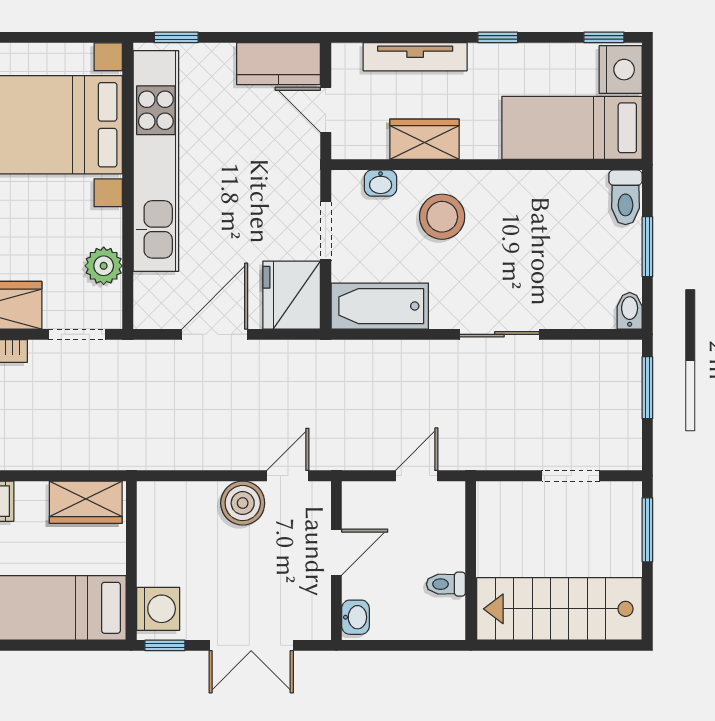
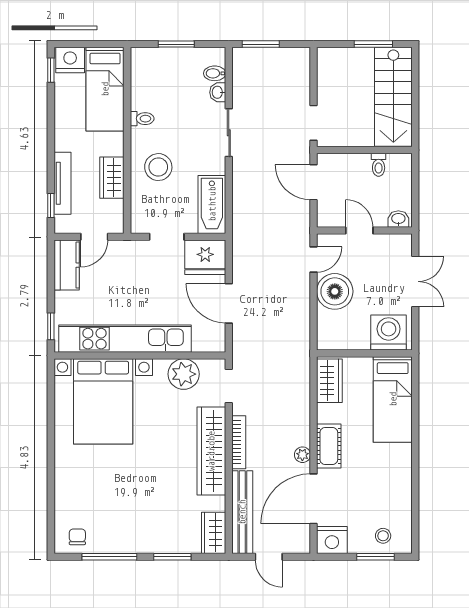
window: (498, 37) -> (51, 205), moved
washbasin: (381, 183) -> (218, 92), moved, turned 180
toilet: (625, 197) -> (142, 119), moved, width x0.73, depth x0.72
plant: (104, 266) -> (184, 374), width x1.36, depth x1.36
bidet: (630, 311) -> (215, 73), moved
door: (288, 476) -> (314, 259), swing flipped
door: (417, 476) -> (314, 182), width x1.38
doorway: (571, 476) -> (314, 123), moved
boiler: (243, 503) -> (335, 291), width x1.37, depth x1.37
window: (647, 530) -> (373, 44), moved
washing machine: (158, 609) -> (389, 332), width x1.37, depth x1.37
window: (165, 645) -> (415, 333), removed

